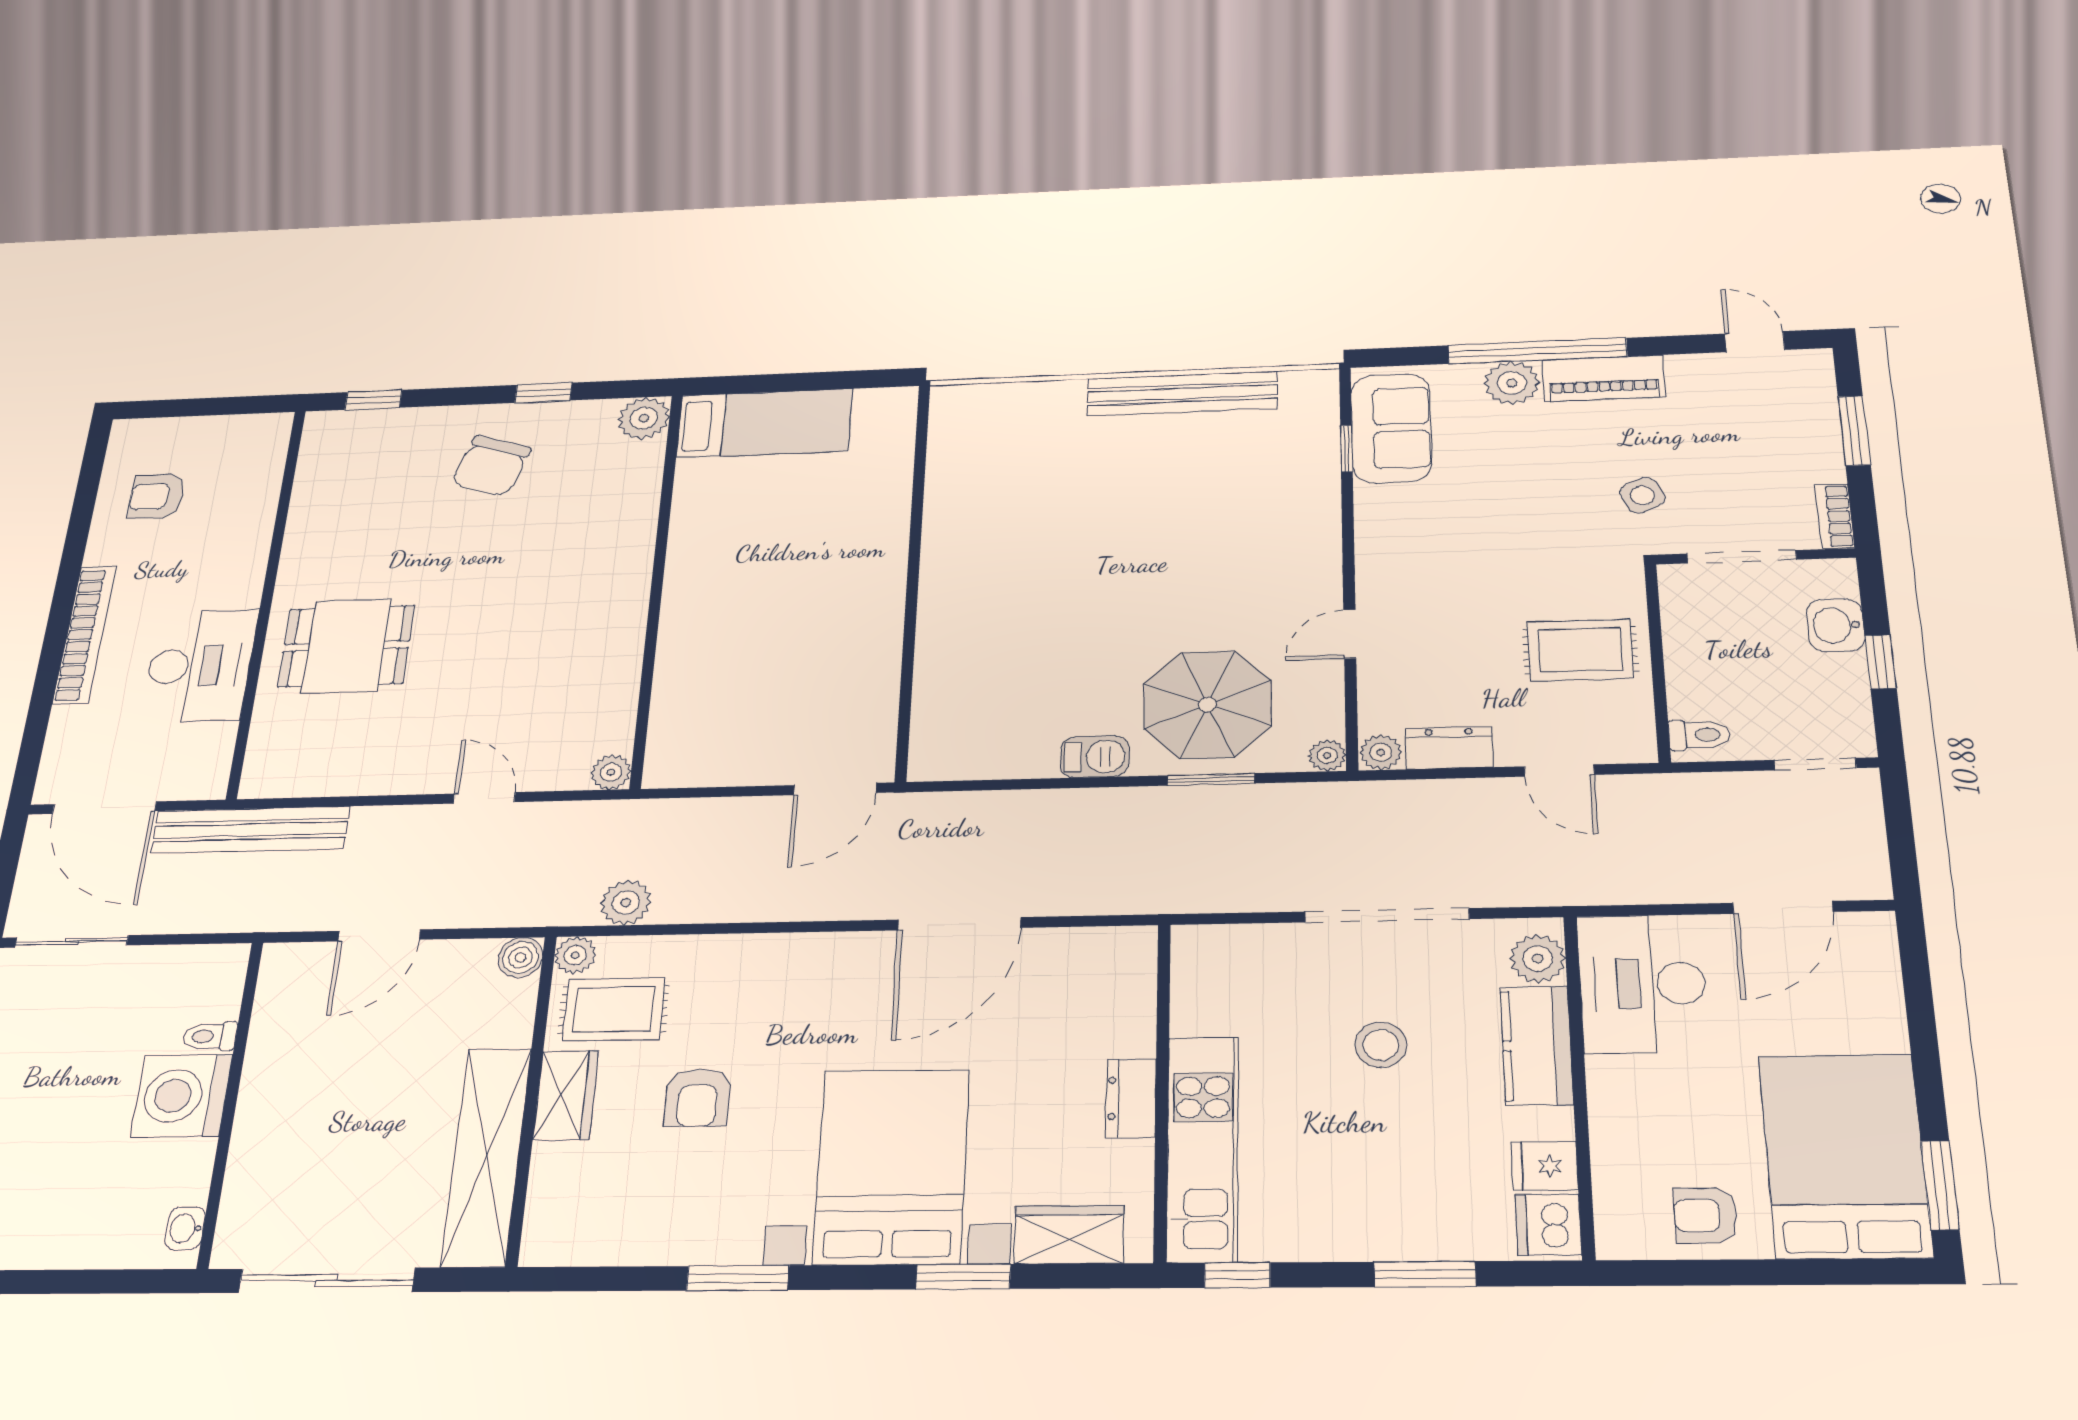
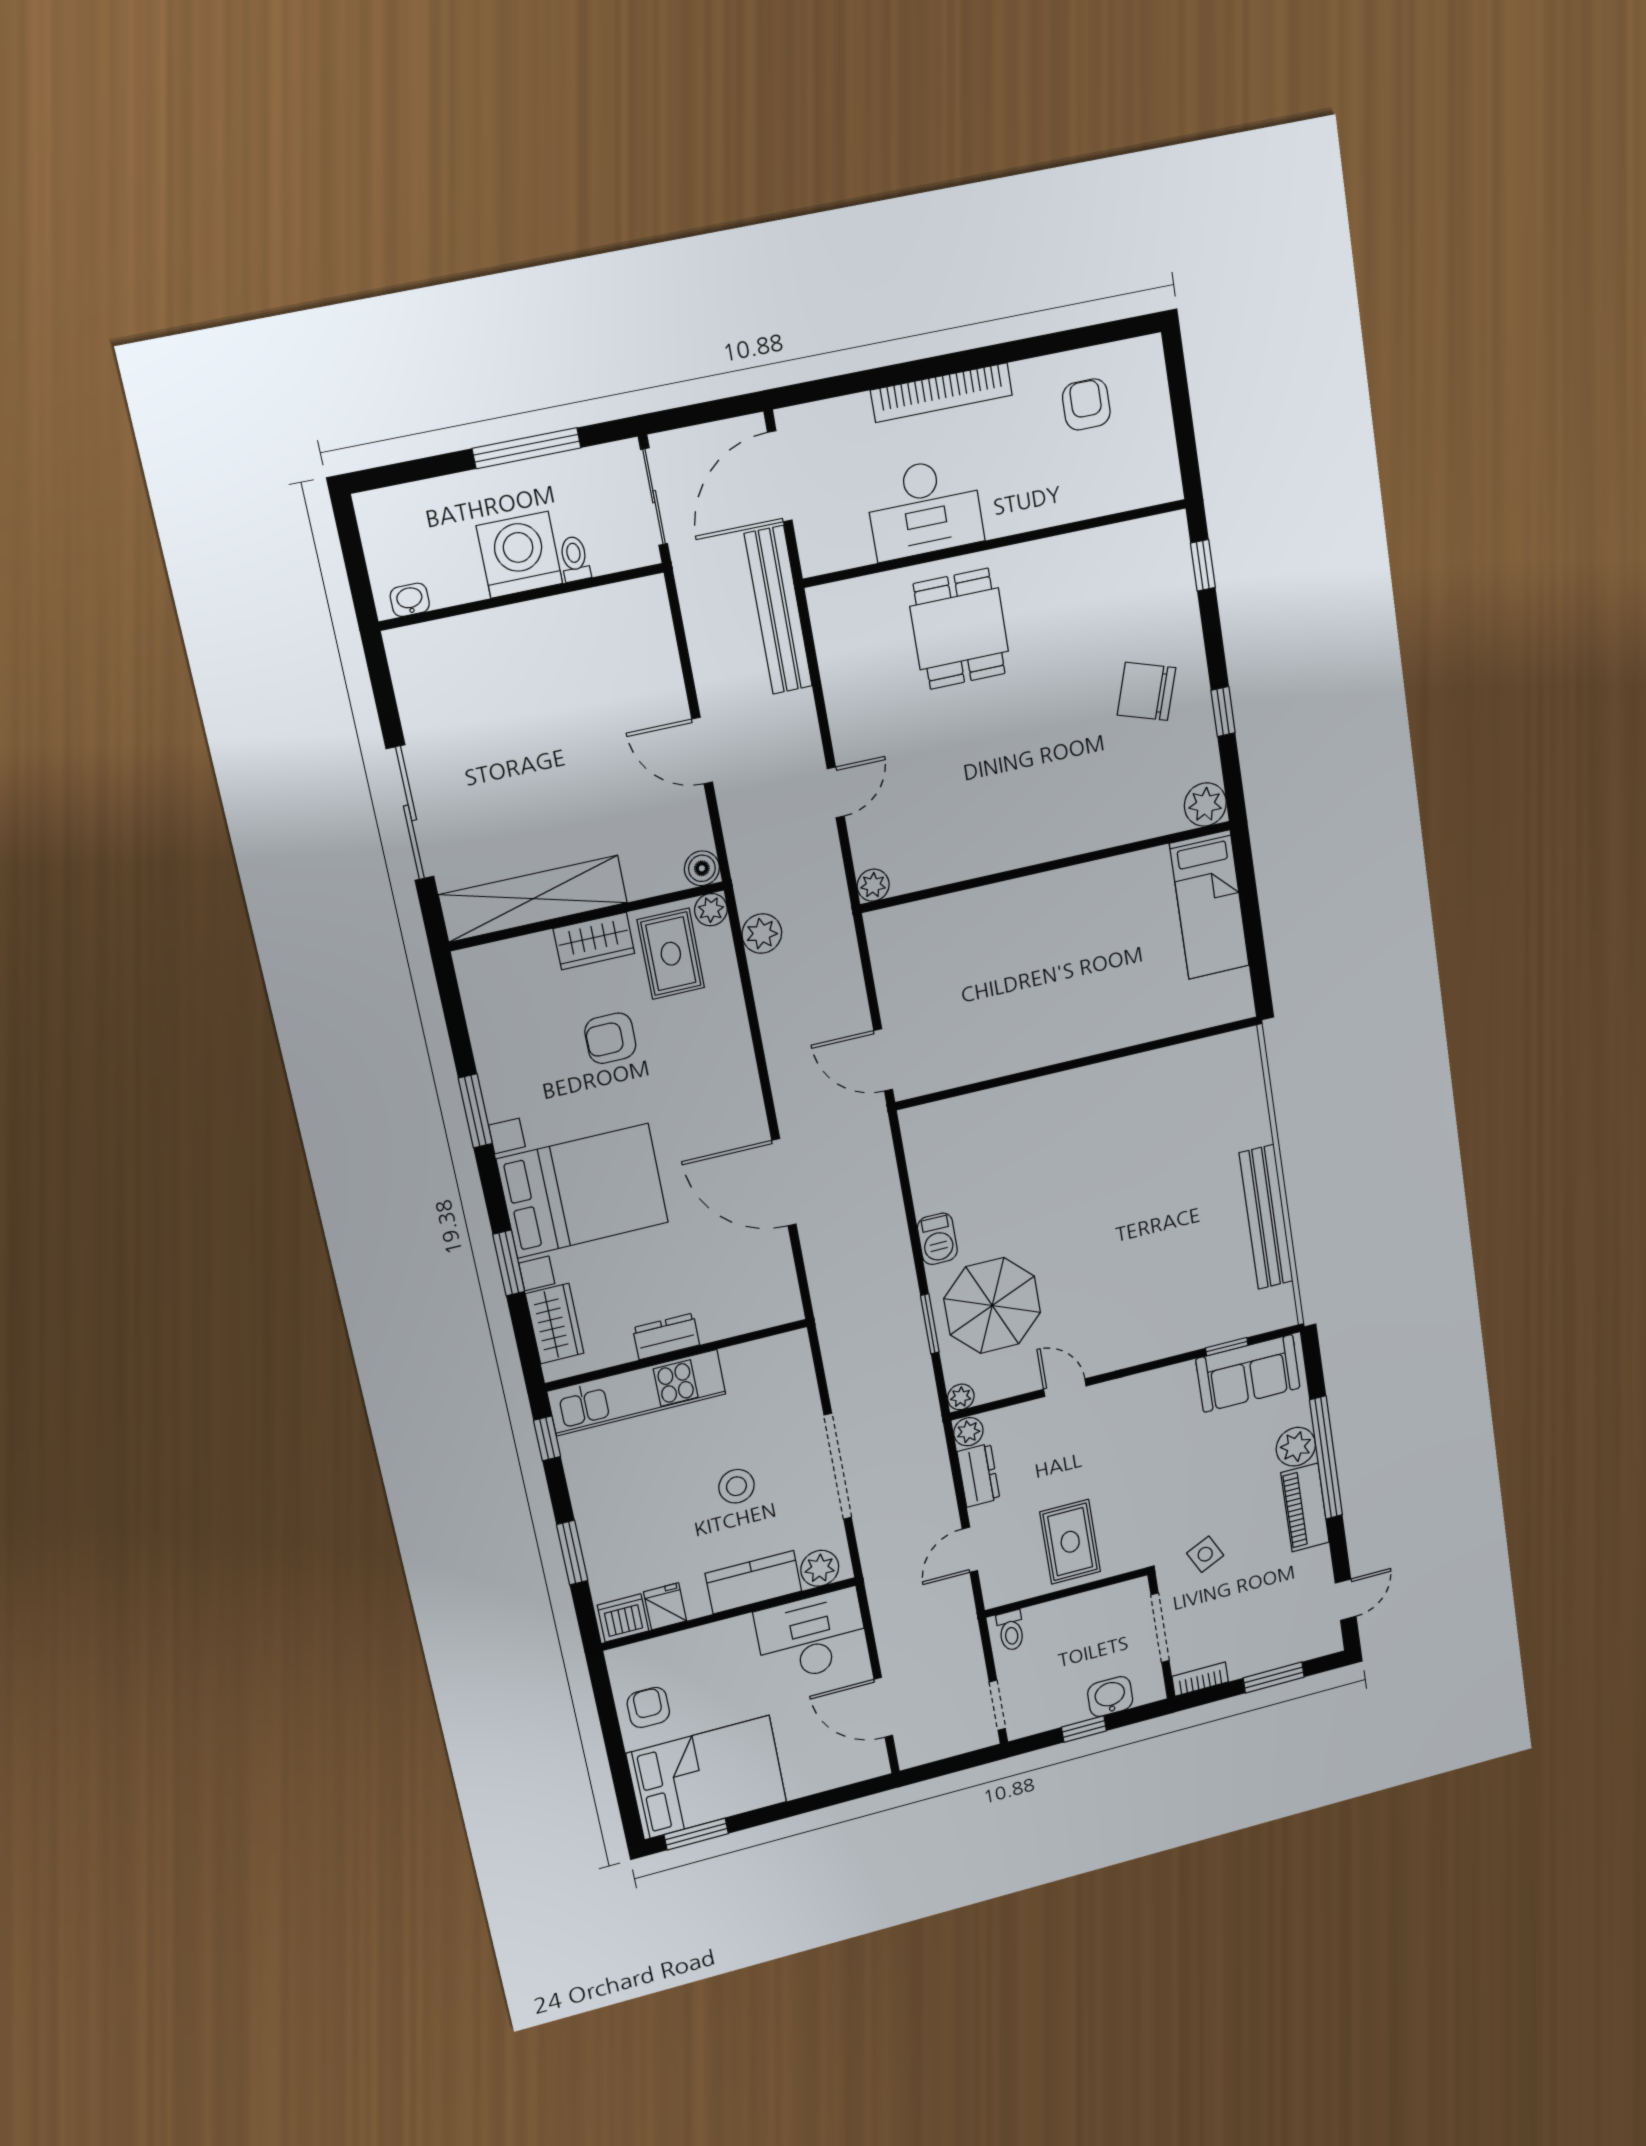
toilet: (210, 1036) -> (575, 559), moved
washing machine: (182, 1096) -> (520, 555), moved
wall: (231, 1102) -> (522, 597), moved
washbasin: (185, 1228) -> (410, 600), moved

